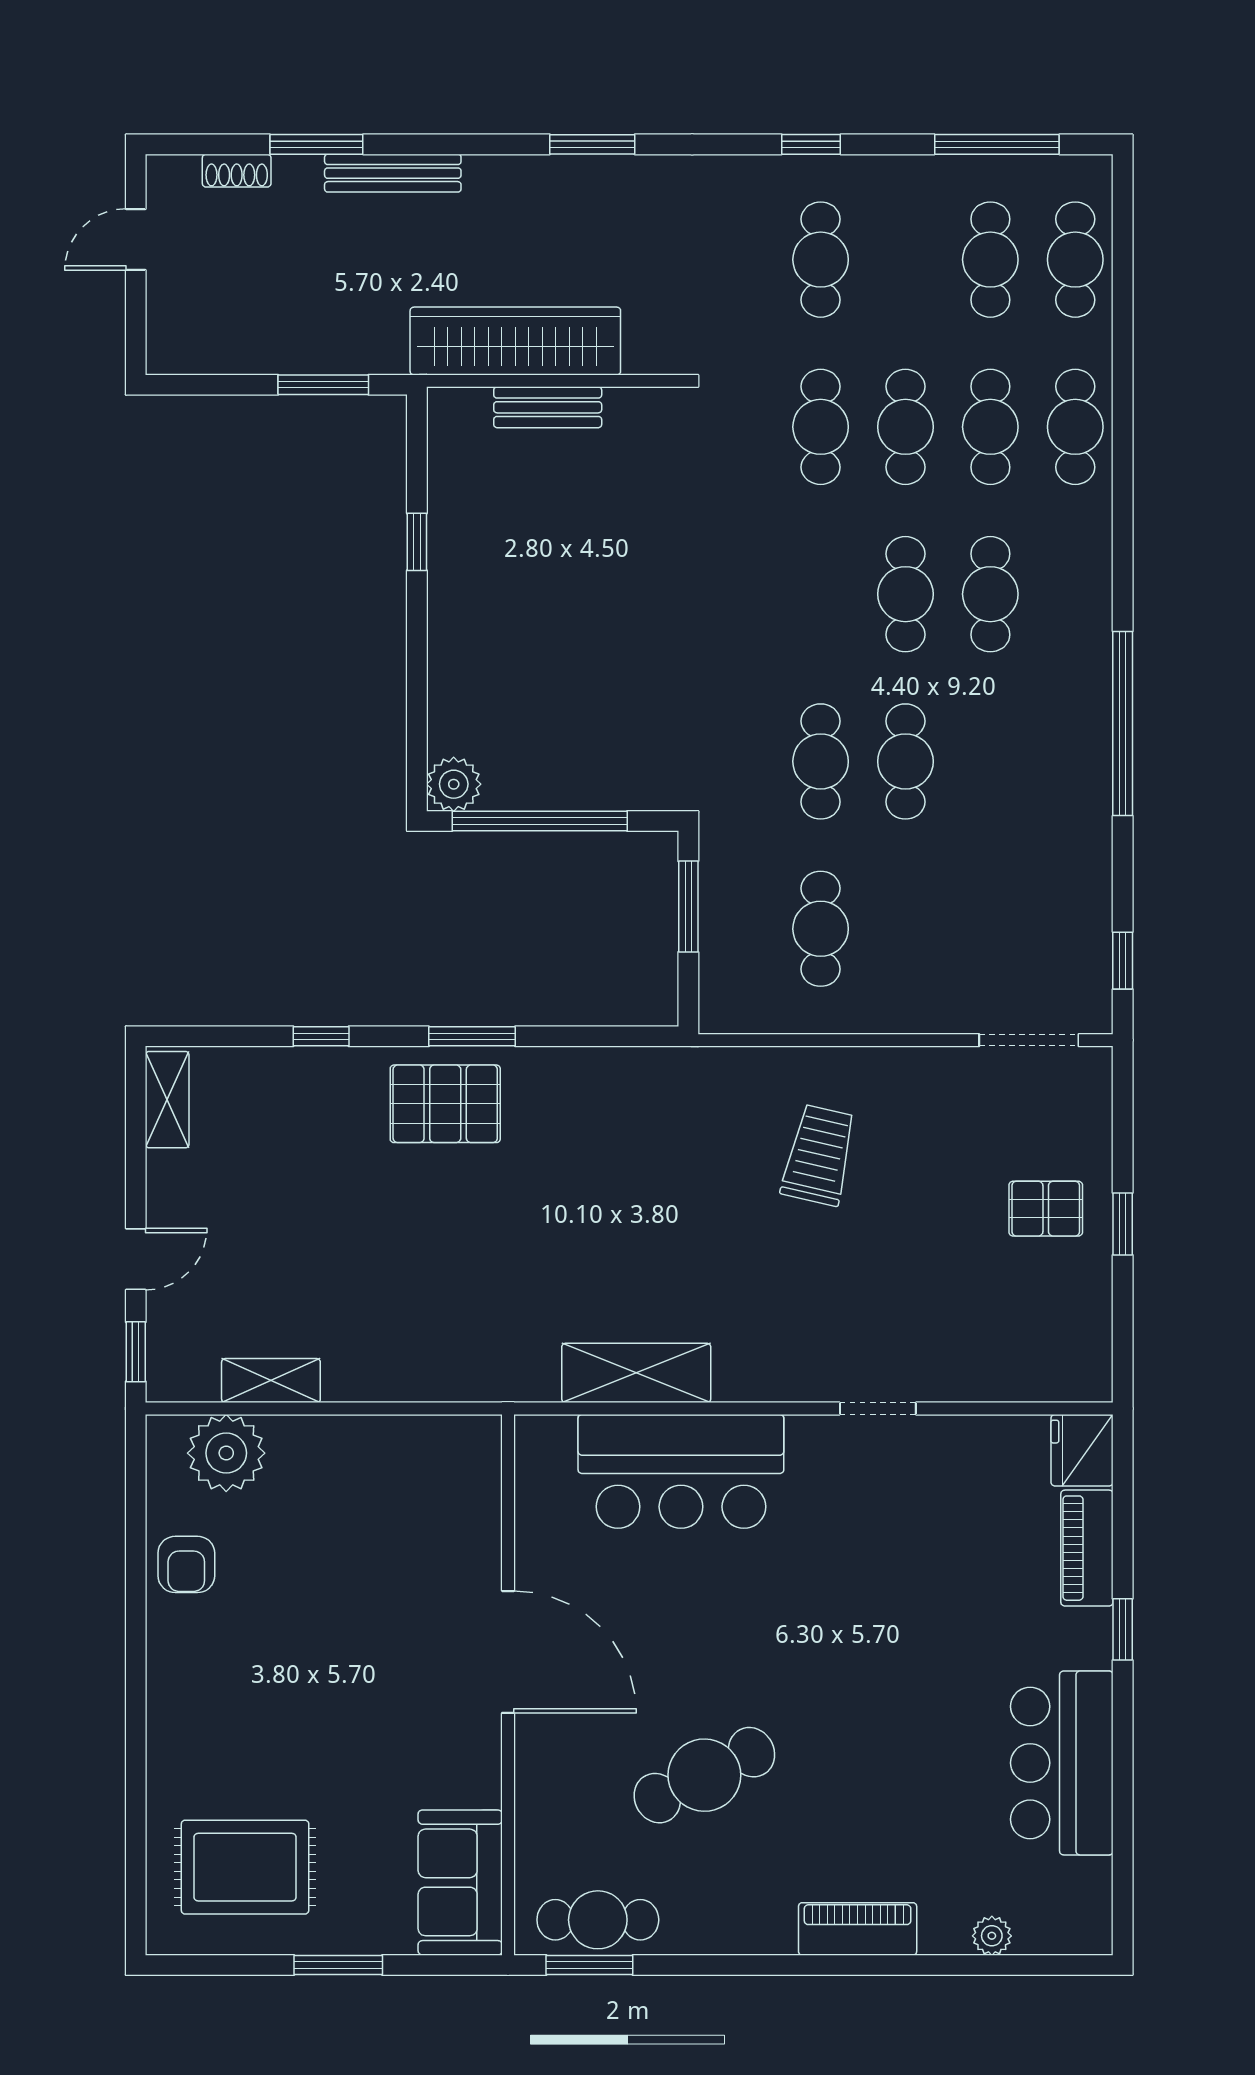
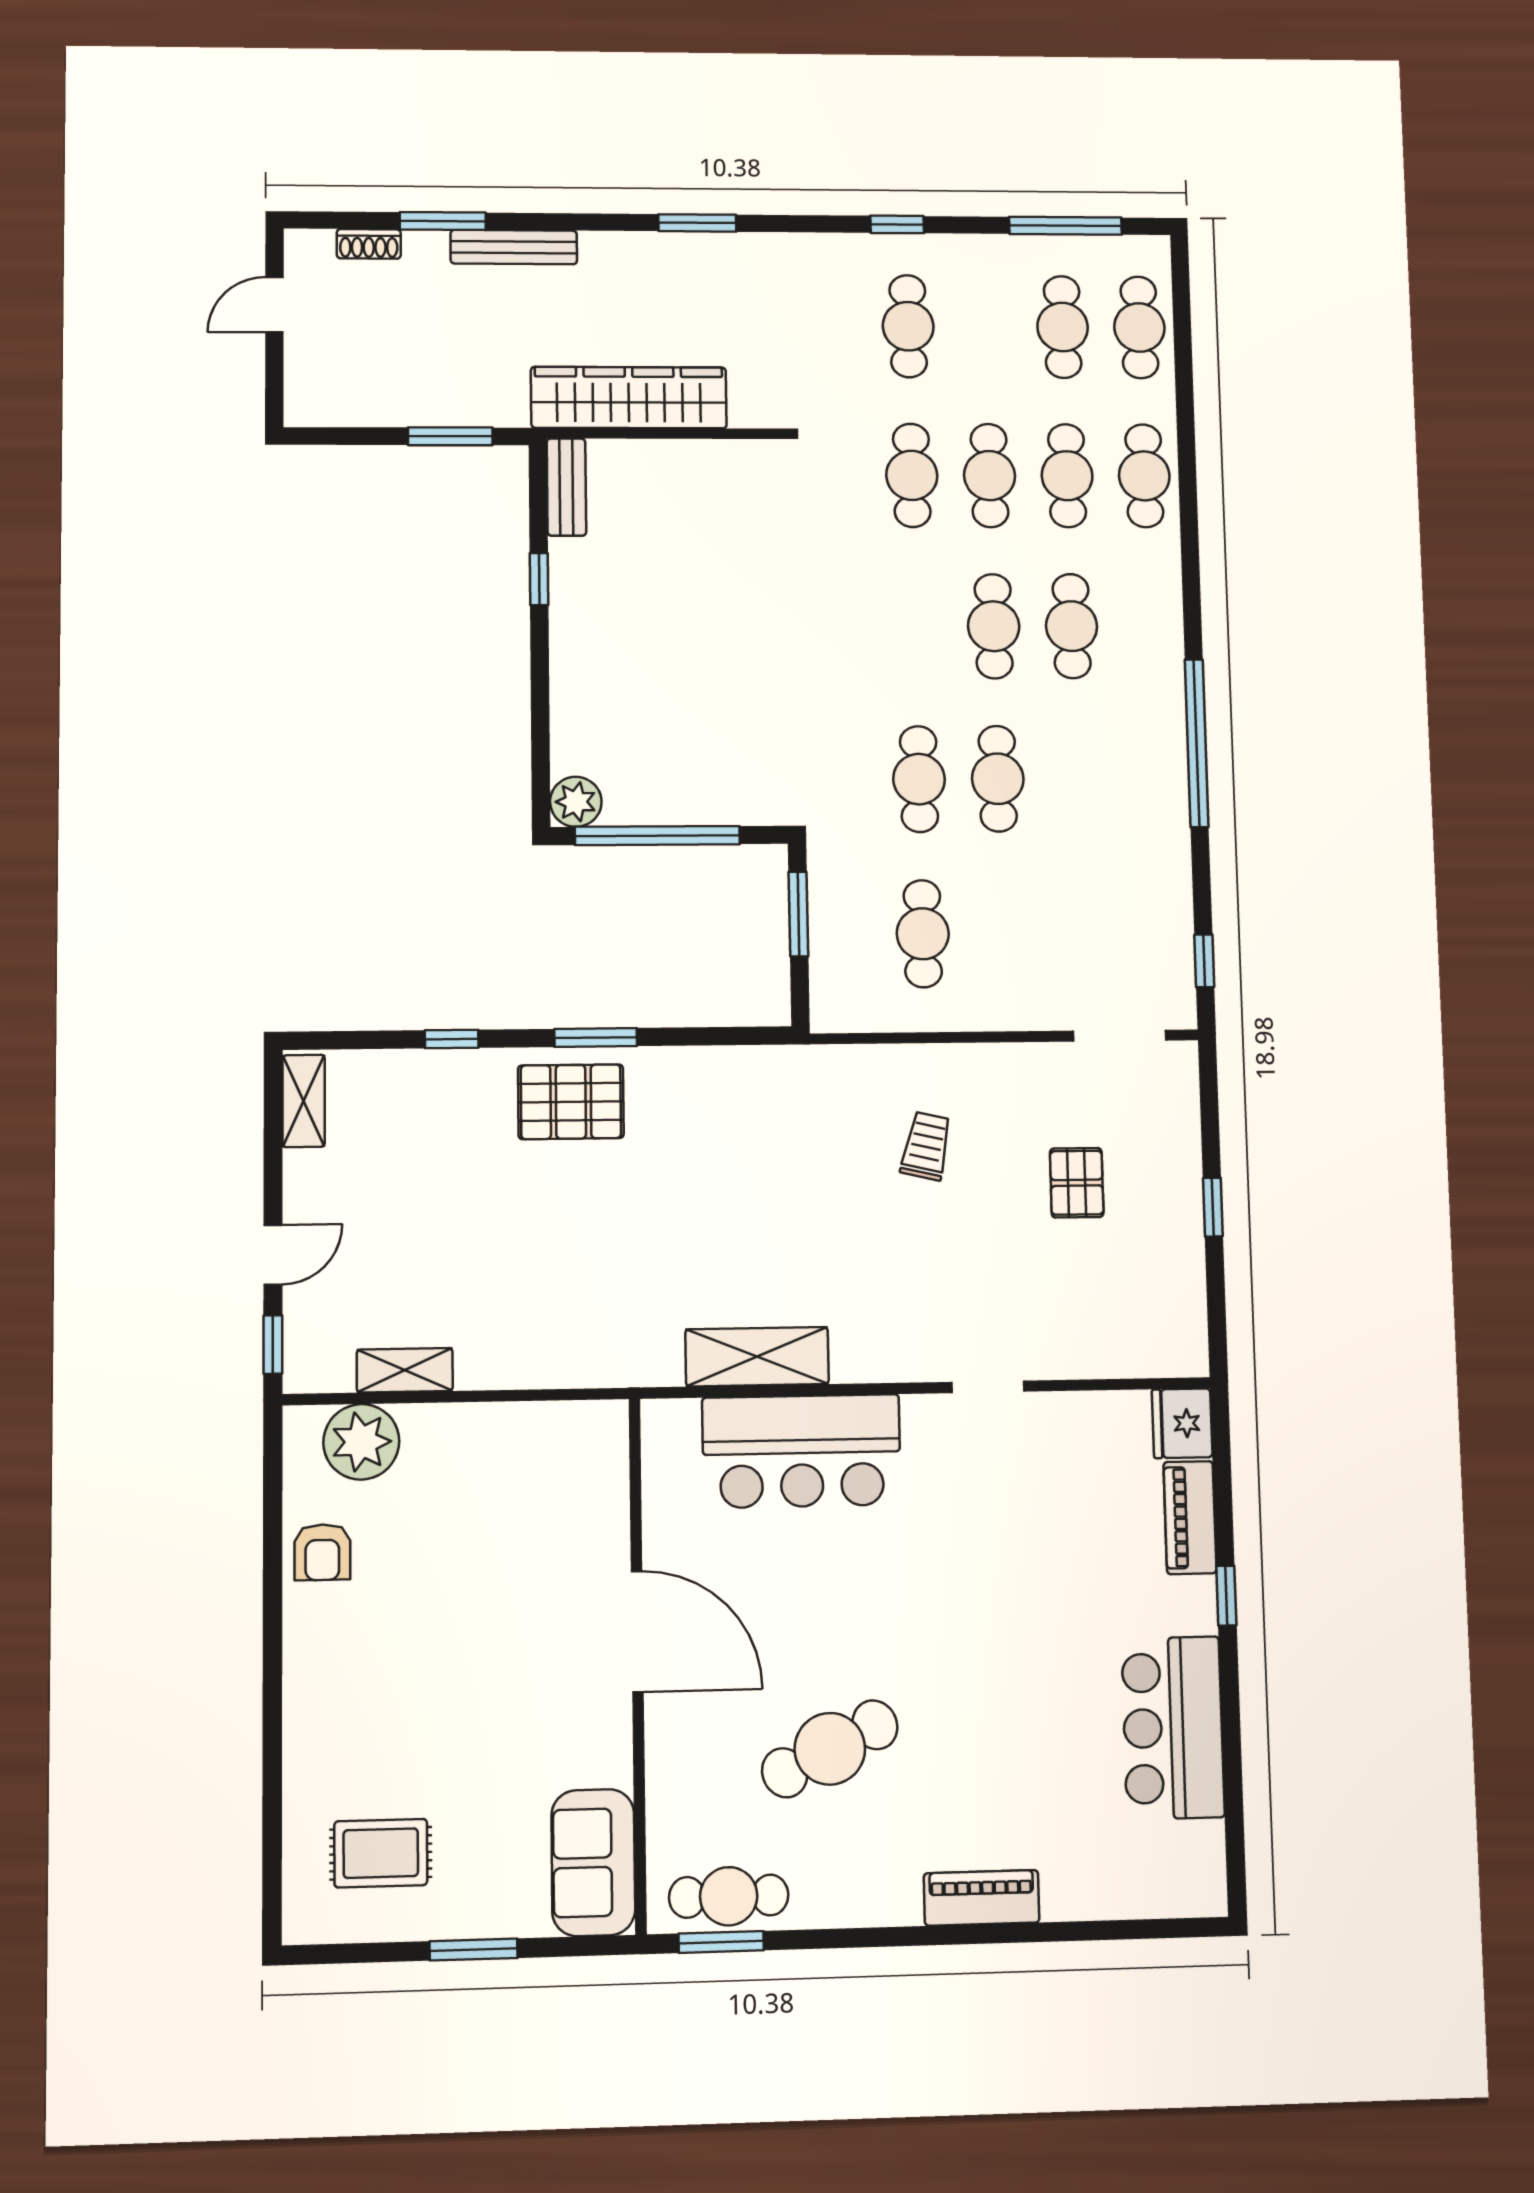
bench: (548, 407) -> (566, 487), moved, turned 90
trolley: (819, 1155) -> (926, 1146), width x0.73, depth x0.72
pallet: (1046, 1209) -> (1077, 1183), moved, turned 90
rug: (245, 1867) -> (381, 1853), width x0.73, depth x0.70
plant: (992, 1936) -> (1111, 1901), removed

